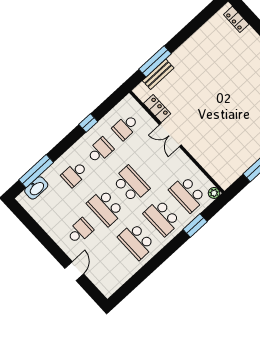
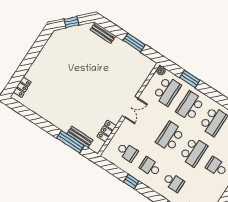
double door: (170, 135) -> (130, 107), moved
school desk: (162, 218) -> (190, 106), turned 180

